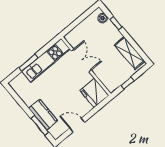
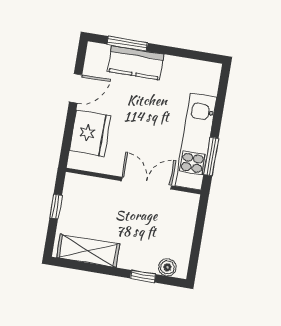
double door: (81, 61) -> (146, 183), swing flipped
window: (28, 63) -> (211, 156), moved
fridge: (94, 93) -> (90, 133), moved, turned 90

